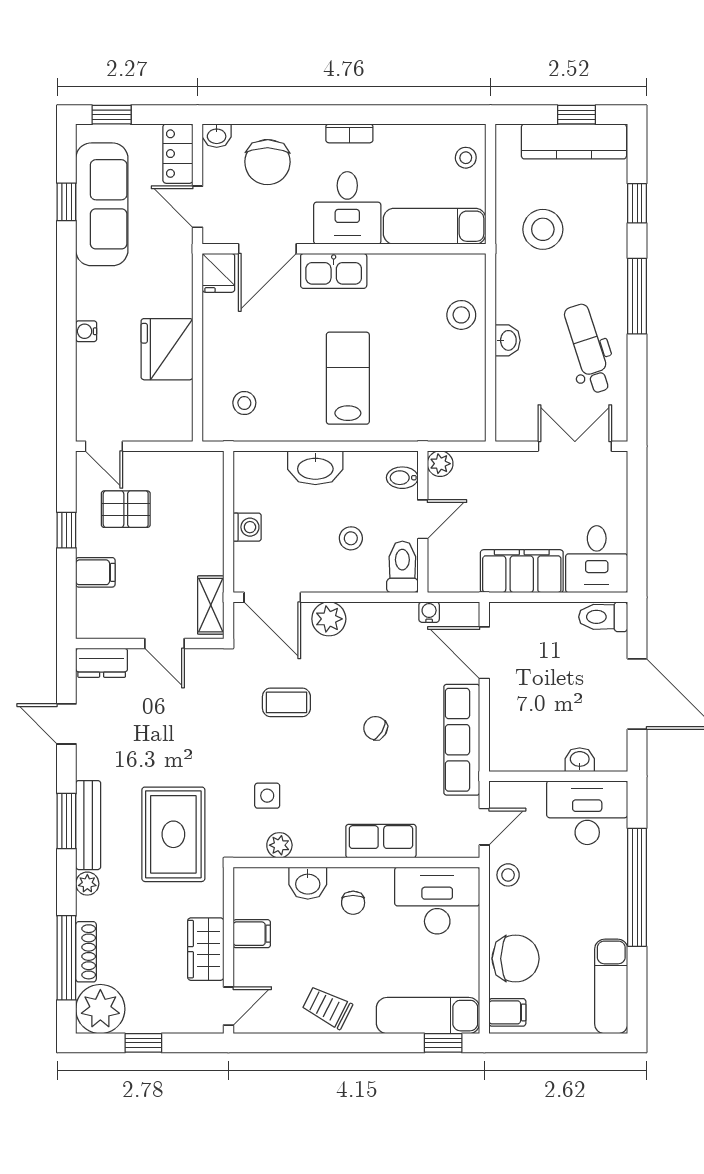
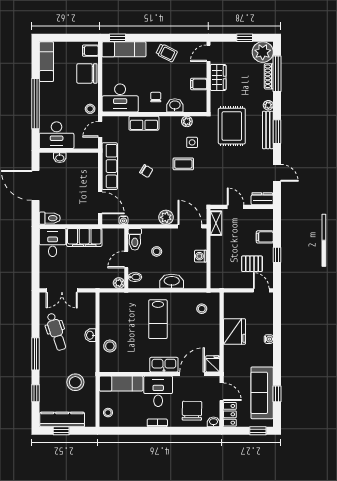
coffee table: (286, 702) -> (183, 164), moved

